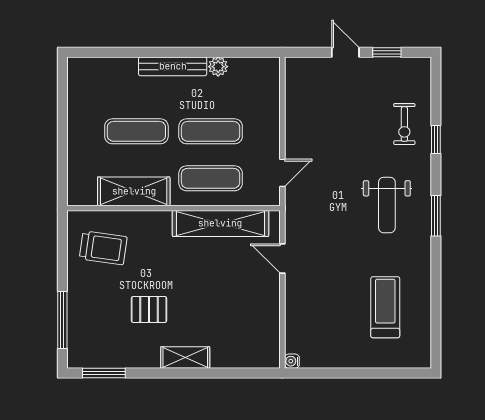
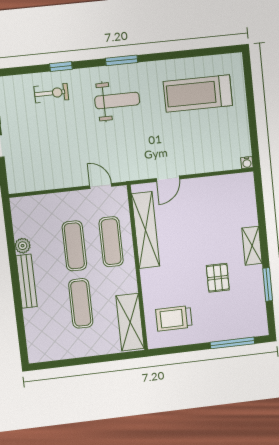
shelving: (134, 191) -> (130, 322), moved
trolley: (103, 248) -> (174, 318), turned -98
treadmill: (385, 307) -> (198, 93), width x1.37, depth x1.38
window: (104, 373) -> (268, 284), moved

